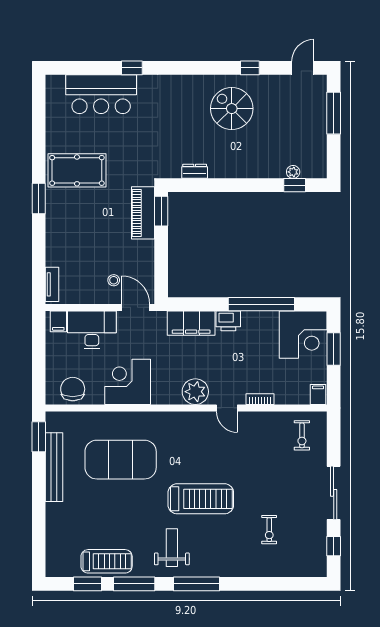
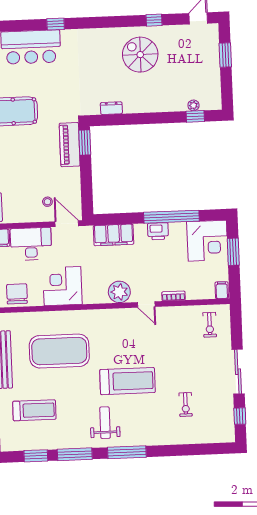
window: (334, 113) -> (225, 55), width x0.69
printer: (228, 321) -> (158, 231), moved
treadmill: (107, 561) -> (34, 410), moved

